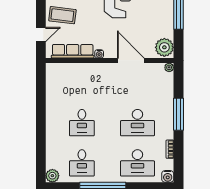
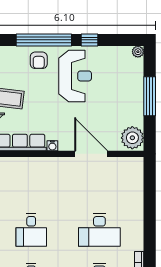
plant: (169, 67) -> (138, 162), removed
window: (178, 114) -> (150, 220), removed

